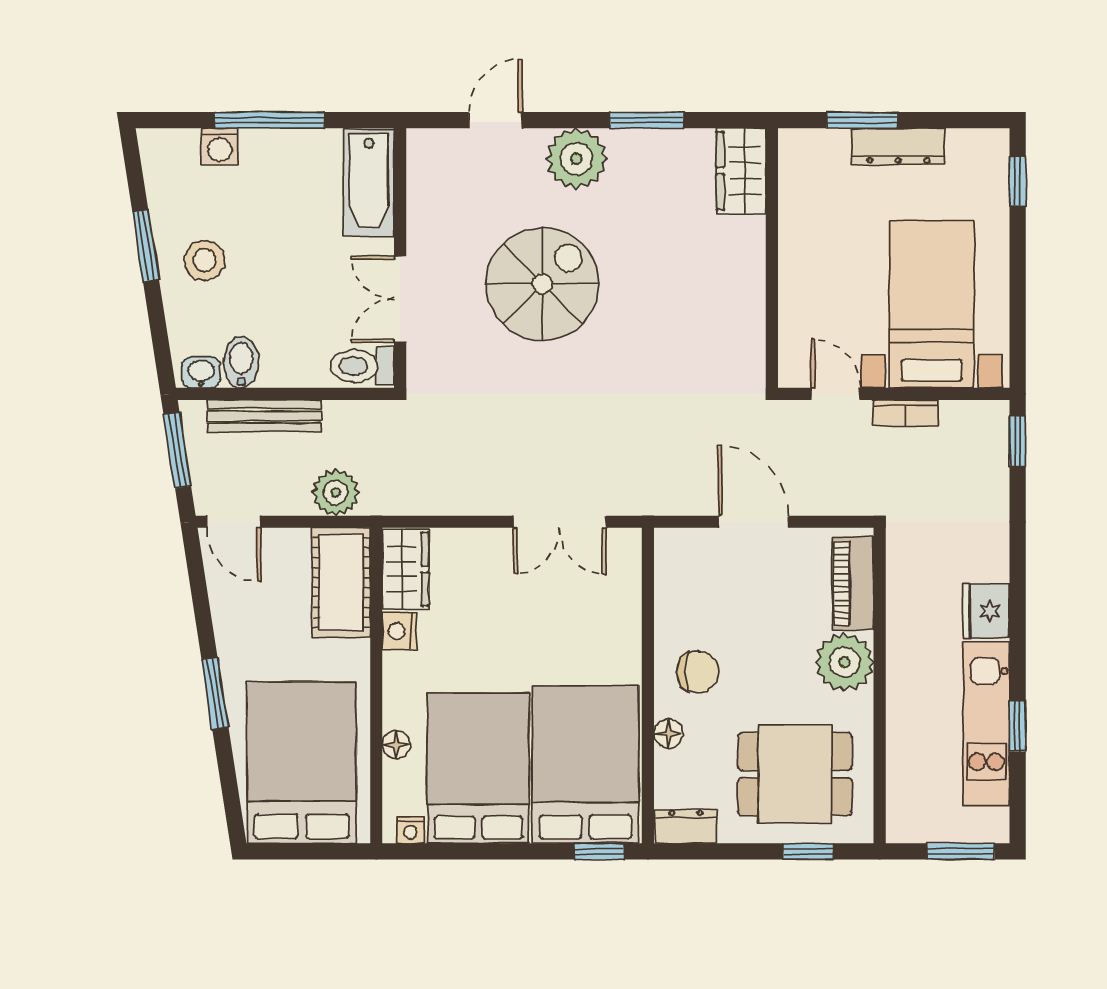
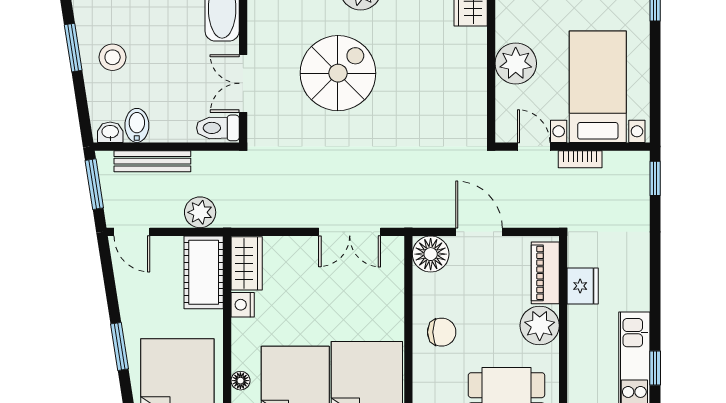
plant: (809, 269) -> (516, 63), added
fridge: (986, 611) -> (583, 286), moved, turned 180
floor lamp: (668, 733) -> (431, 254), moved, width x1.89, depth x1.89

